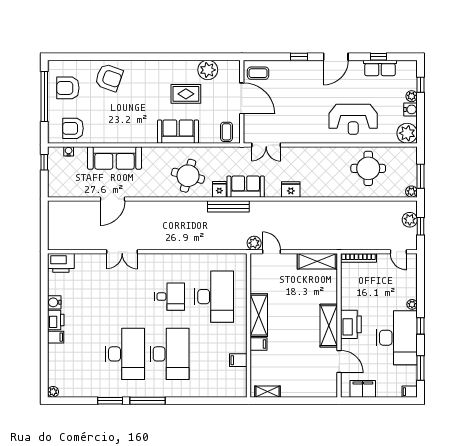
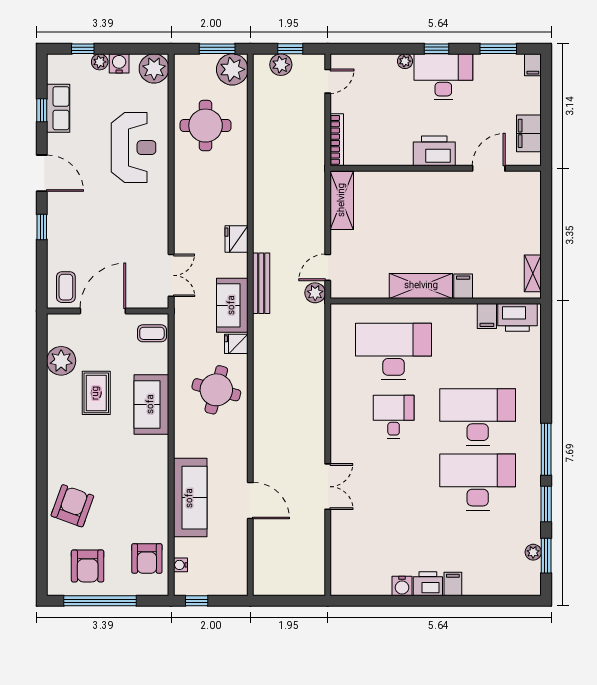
plant: (411, 192) -> (232, 69), width x1.87, depth x1.87
bench: (228, 206) -> (261, 283), moved
printer: (61, 263) -> (517, 317), moved, turned 90
shelving: (329, 326) -> (436, 183), removed
desk: (397, 338) -> (443, 77), width x0.73, depth x0.77
plant: (53, 392) -> (533, 552), moved
window: (75, 401) -> (546, 556), added

